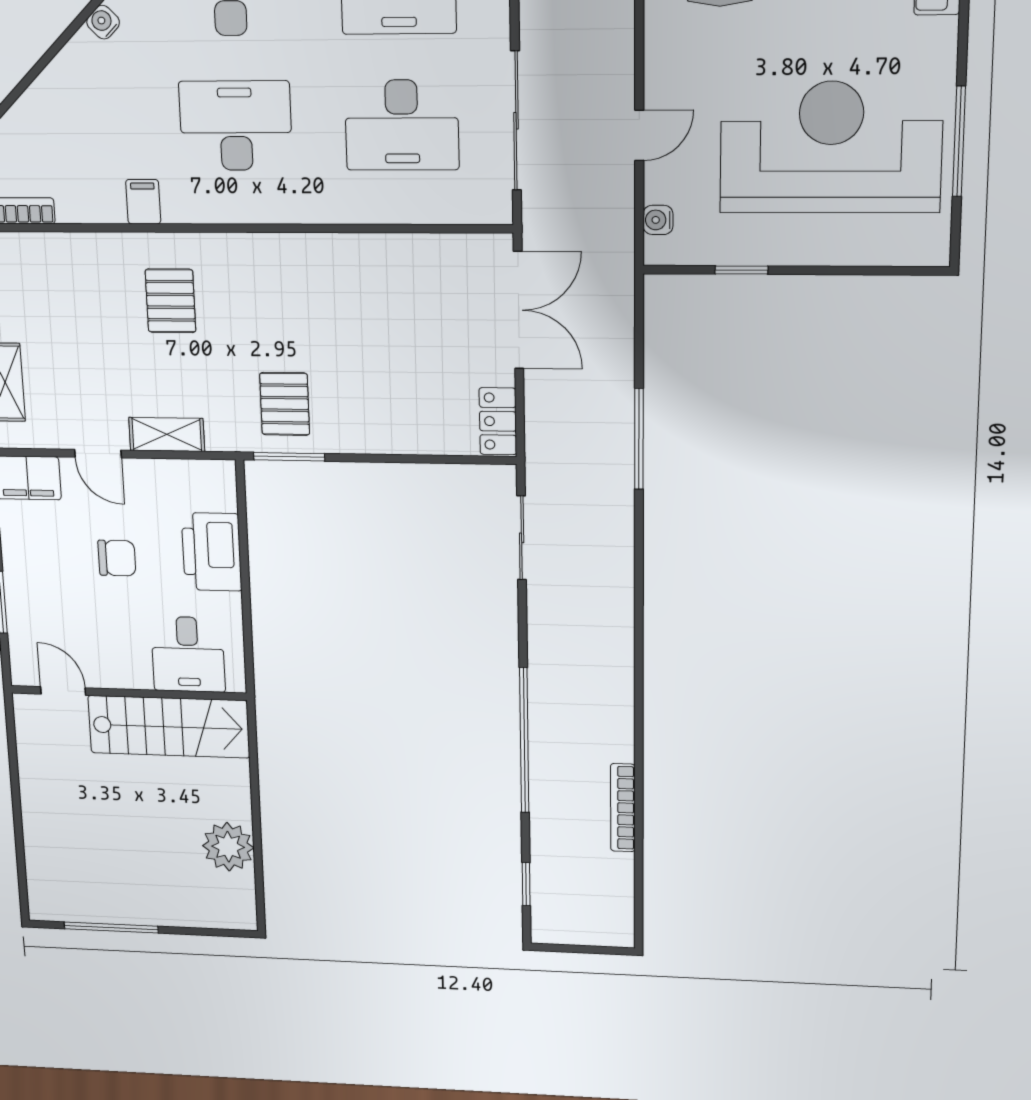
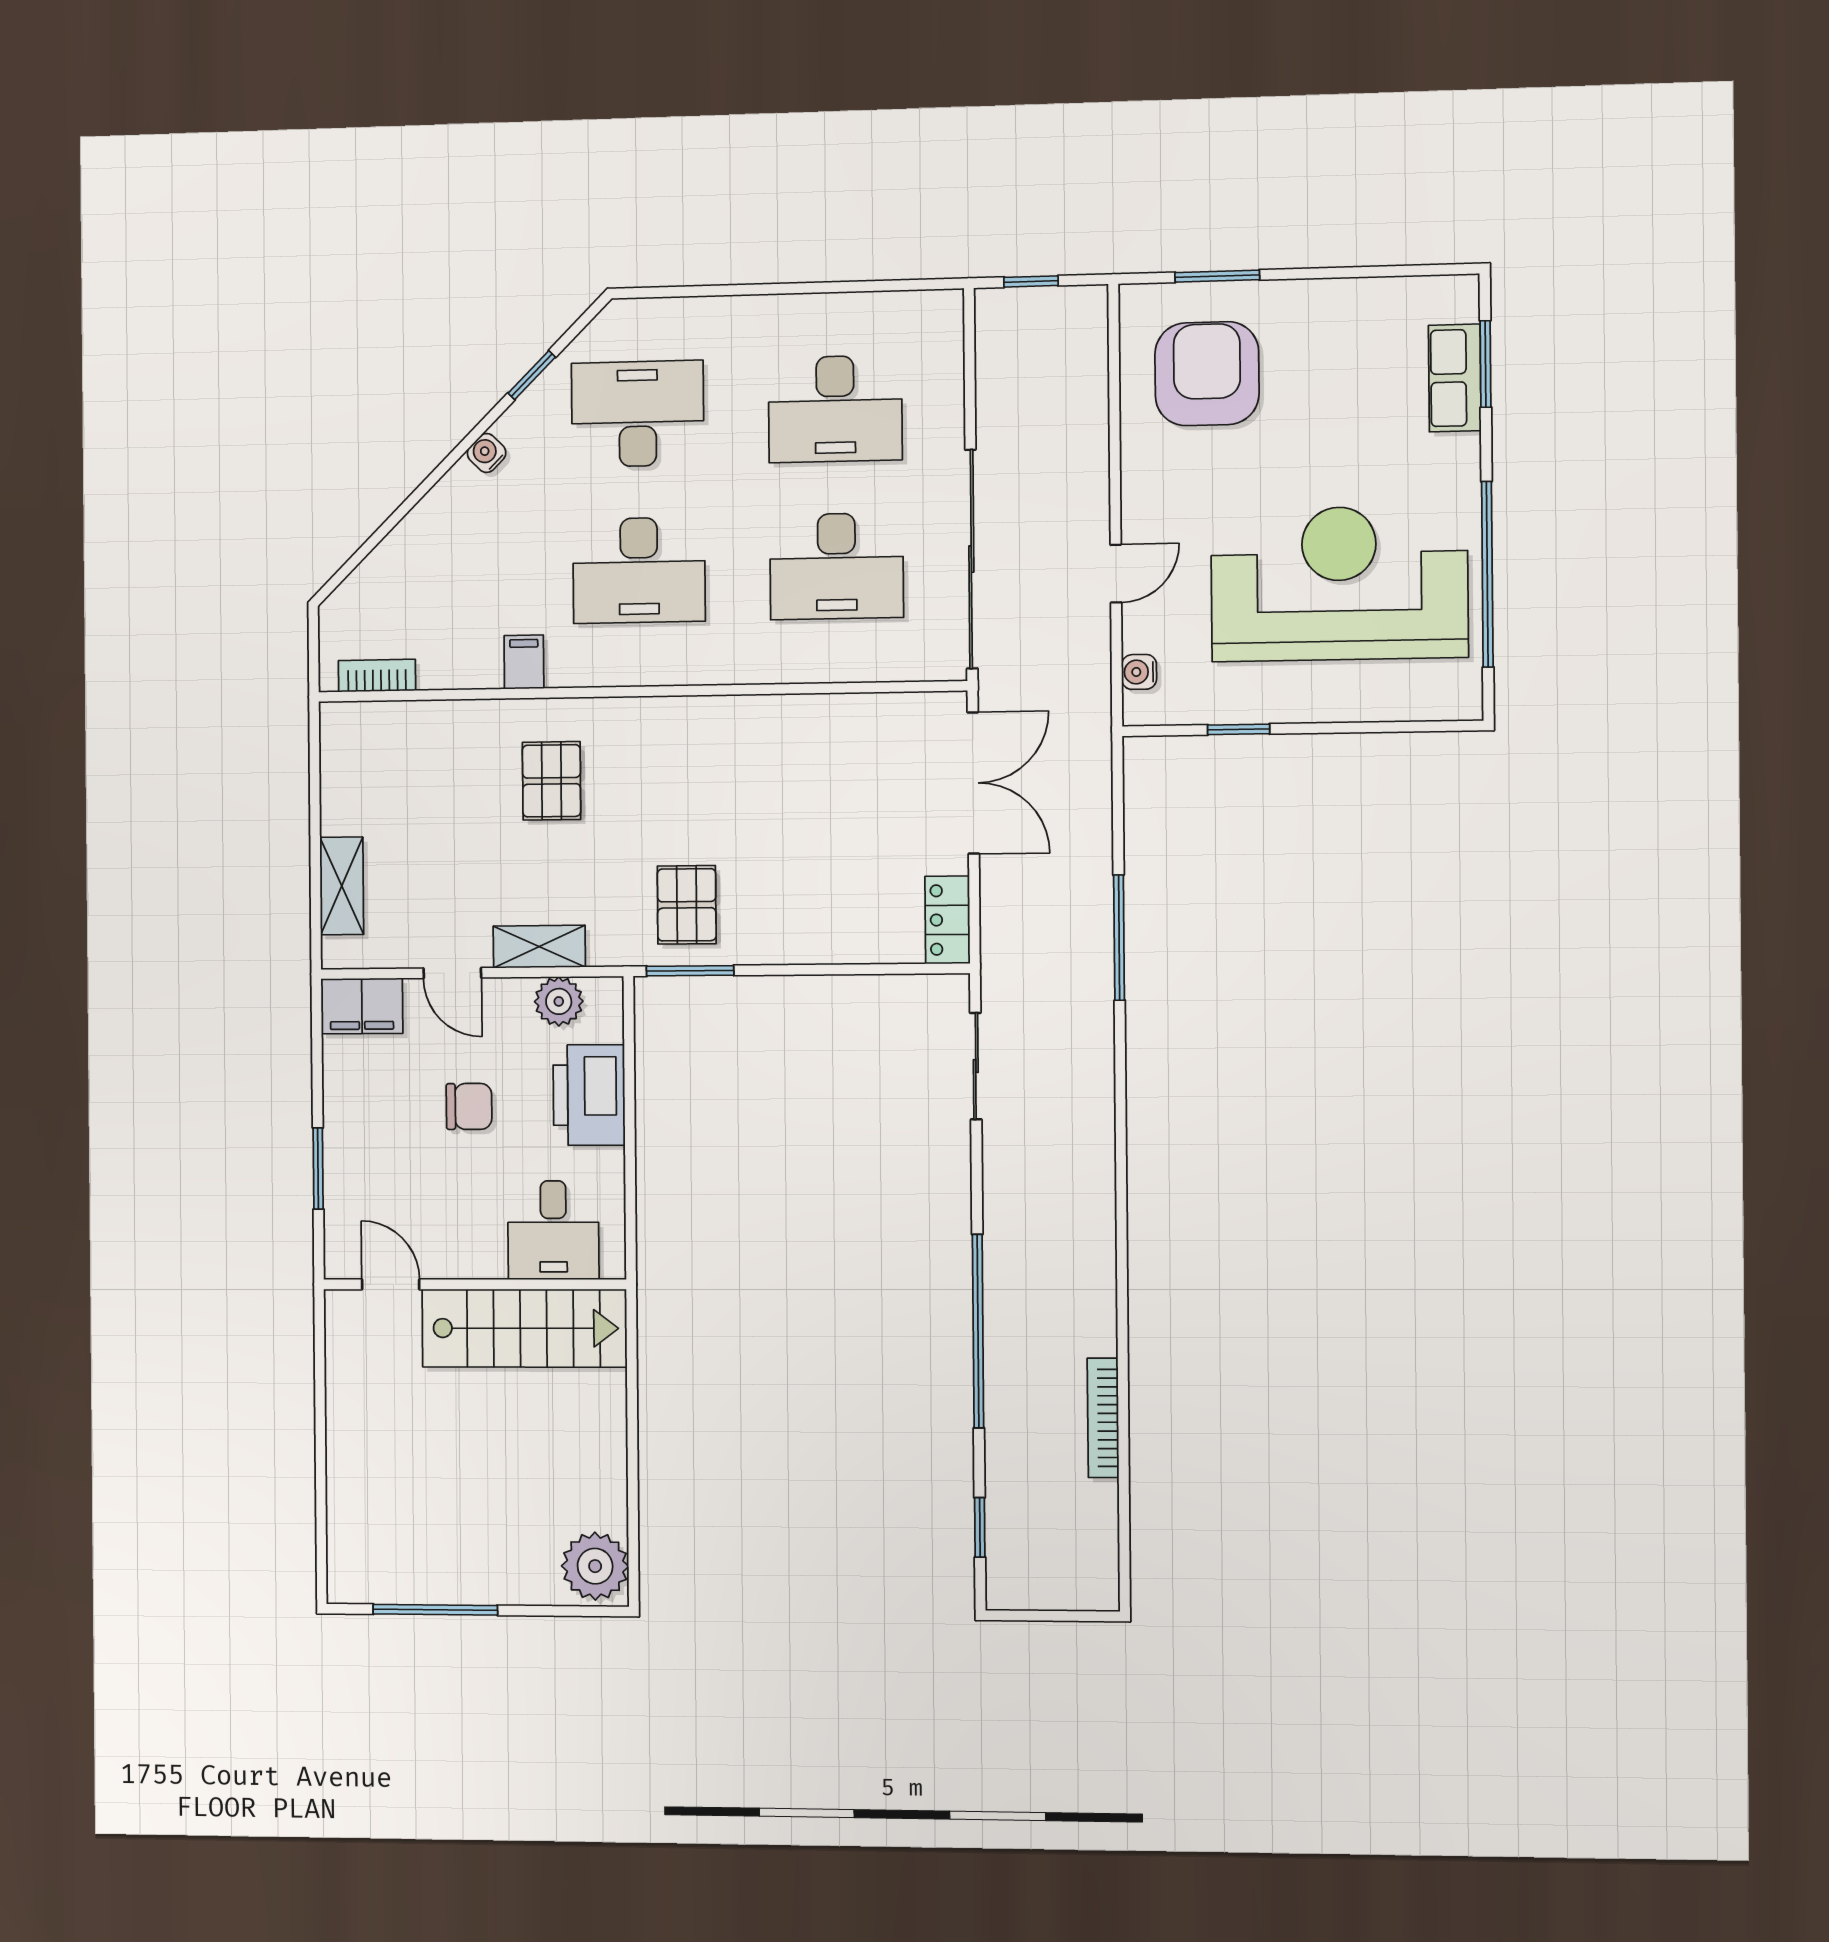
sliding door: (516, 121) -> (971, 559), width x1.36
desk: (236, 126) -> (639, 570), turned 180
window: (959, 142) -> (1487, 574), width x1.46
plant: (184, 478) -> (559, 1001), added
plant: (228, 847) -> (595, 1566), moved

